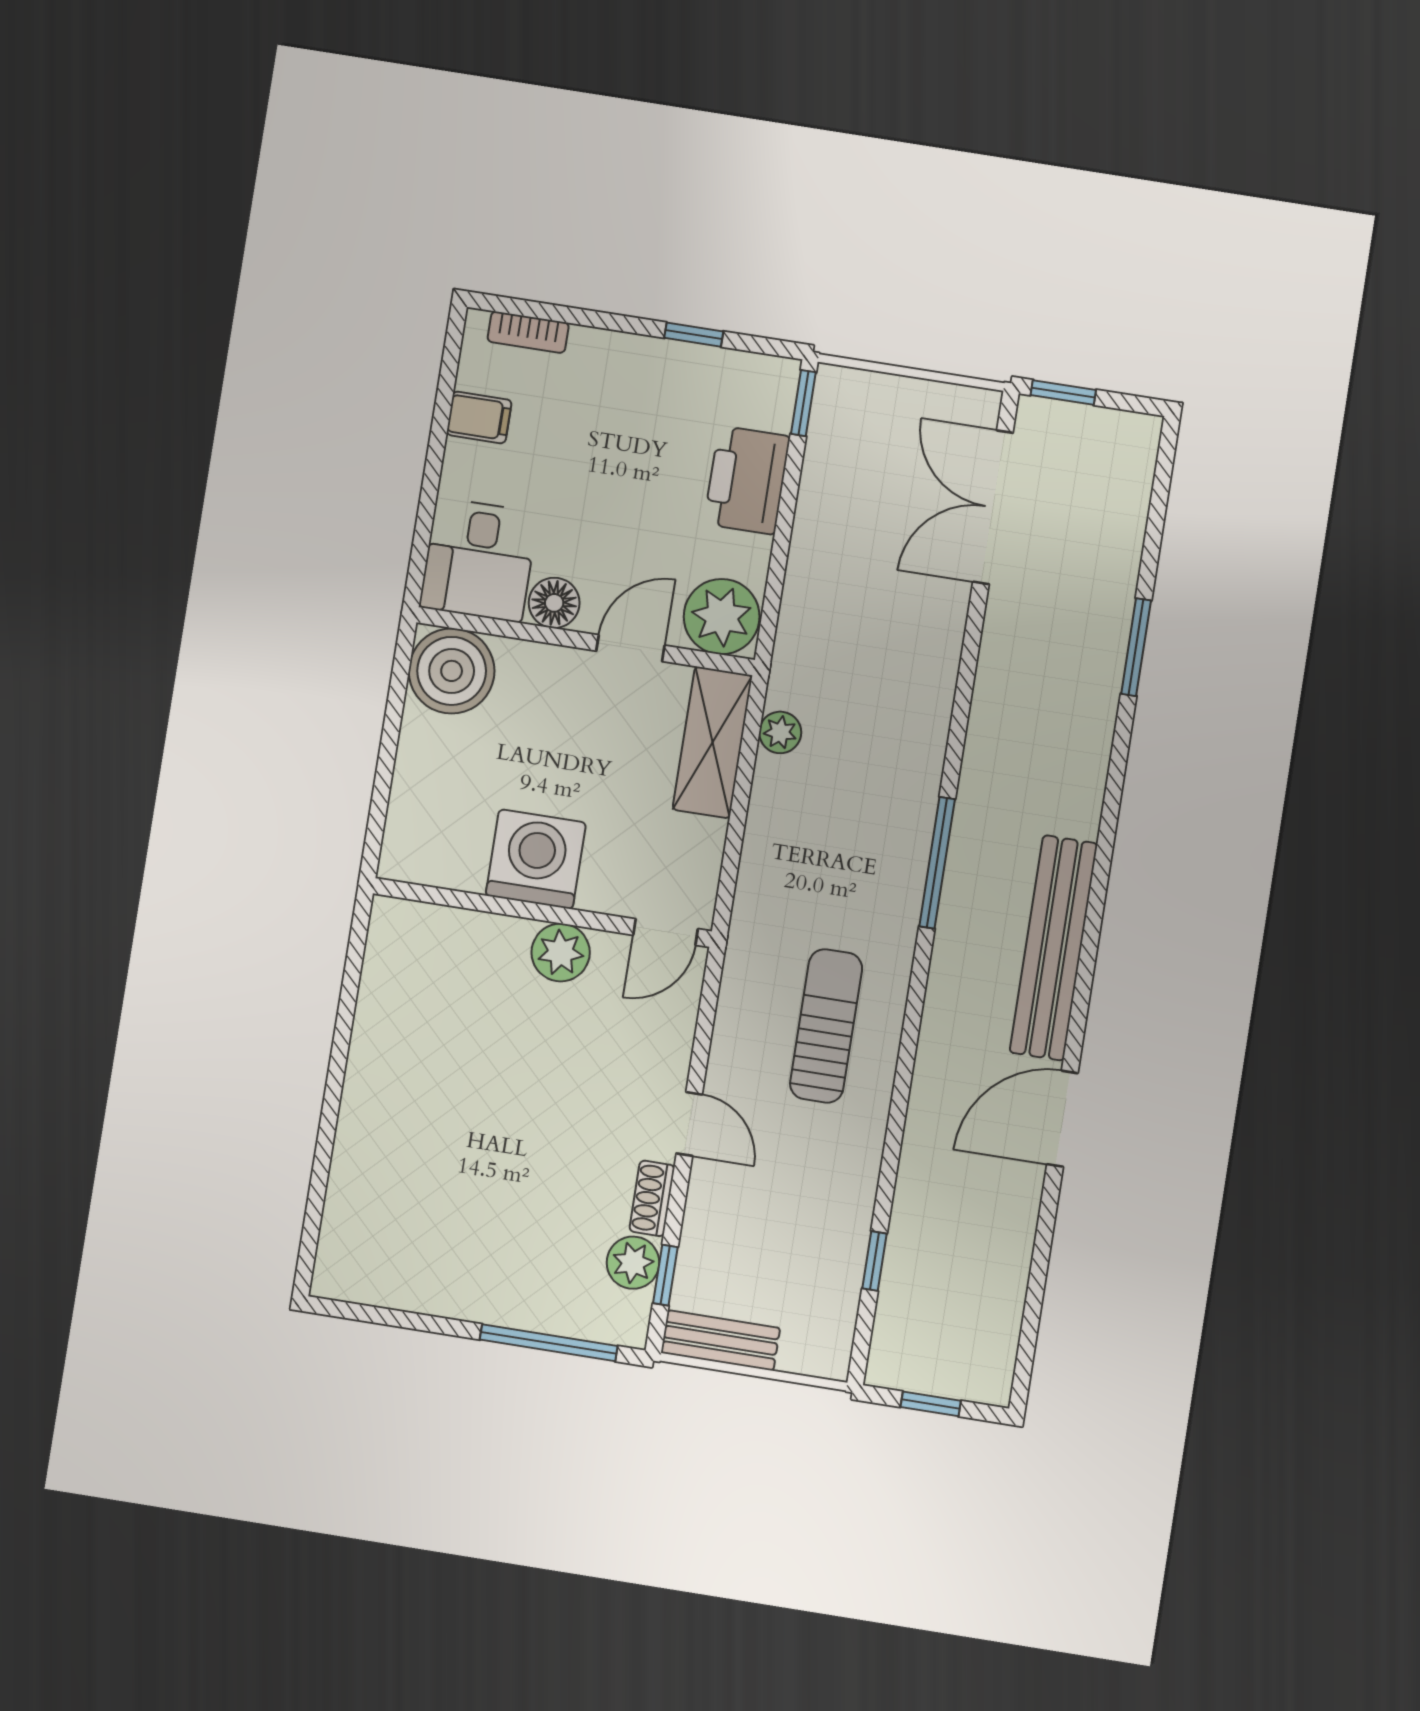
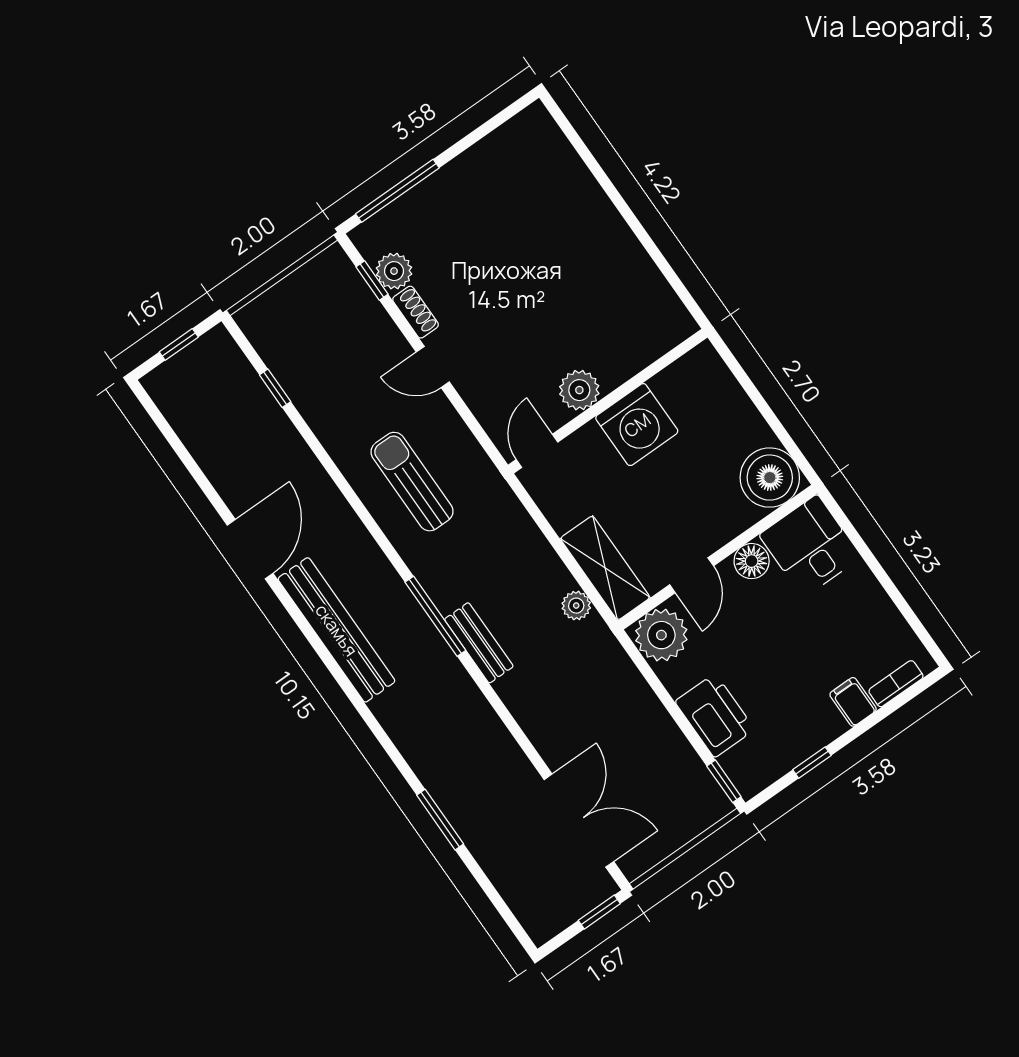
filing cabinet: (479, 417) -> (853, 702), moved, turned 90
sun lounger: (826, 1026) -> (412, 482), turned 180
bench: (720, 1340) -> (479, 643), moved, turned 90

